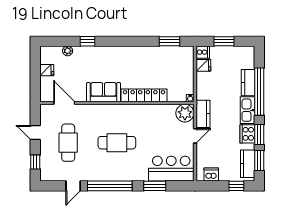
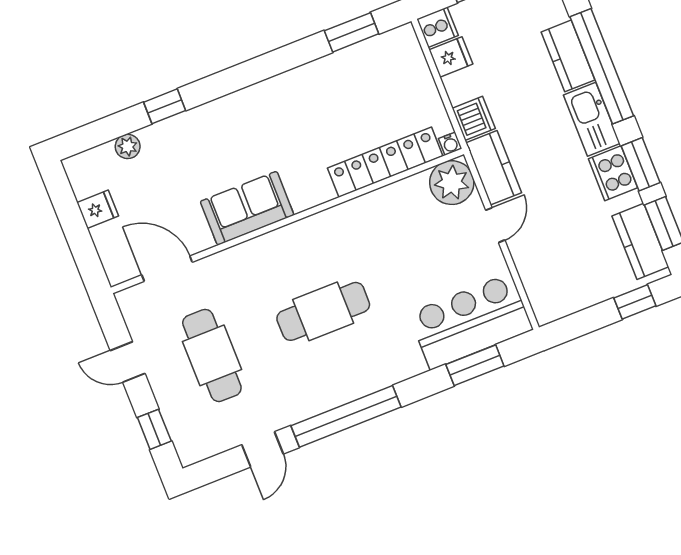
locker: (144, 95) -> (385, 162), moved
dishwasher: (211, 175) -> (474, 118), moved, turned 90
window: (155, 186) -> (475, 365), moved

